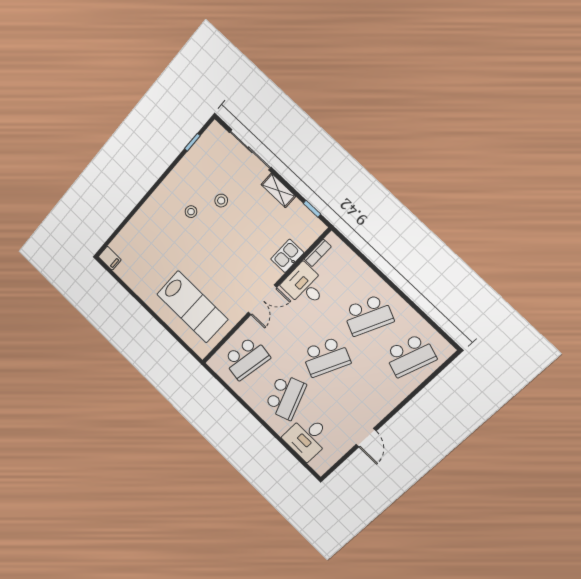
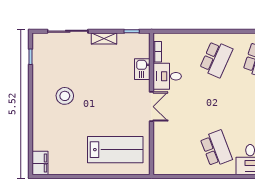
stool: (221, 201) -> (77, 74), removed
stool: (191, 212) -> (65, 96), width x1.89, depth x1.89
filing cabinet: (110, 258) -> (40, 163), width x2.00
school desk: (326, 357) -> (216, 104), removed
school desk: (246, 358) -> (174, 149), removed

